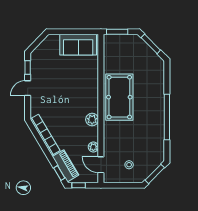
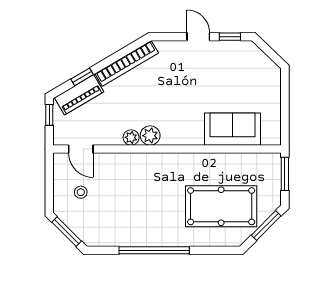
sofa: (78, 45) -> (232, 129), moved, turned 90
pool table: (119, 97) -> (221, 206), moved
plant: (93, 147) -> (131, 137), moved
door: (101, 165) -> (81, 149), swing flipped
window: (59, 173) -> (82, 77), moved

